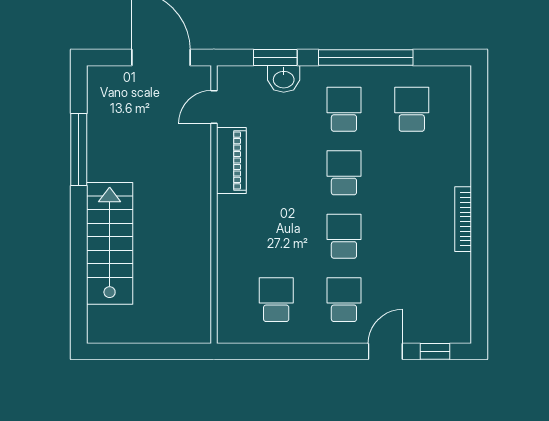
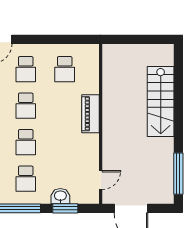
window: (79, 150) -> (178, 174), moved
piano: (231, 161) -> (90, 114), moved

